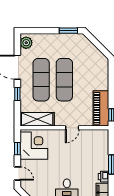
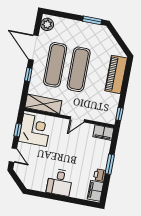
piano: (101, 108) -> (116, 74), moved
filing cabinet: (99, 135) -> (103, 133), added

